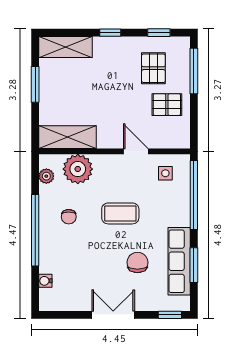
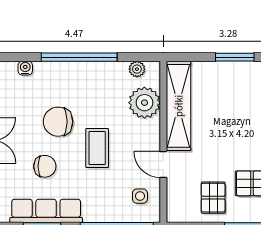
shelving: (67, 137) -> (179, 106), width x1.47
door: (136, 151) -> (163, 165), swing flipped
chair: (69, 217) -> (58, 122), moved, width x1.87, depth x1.87

